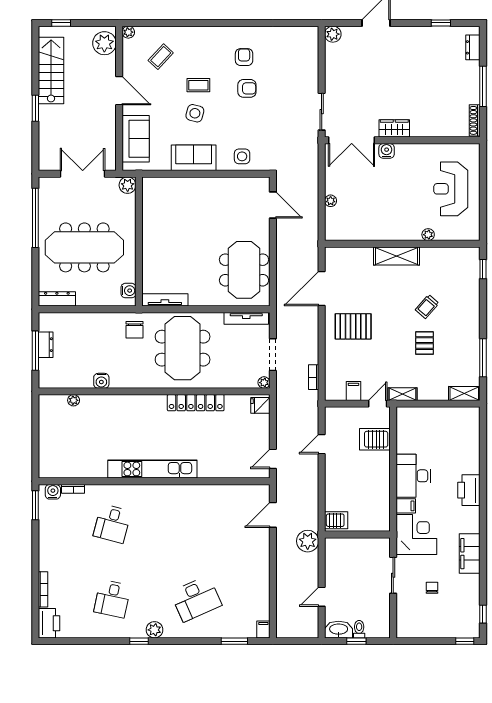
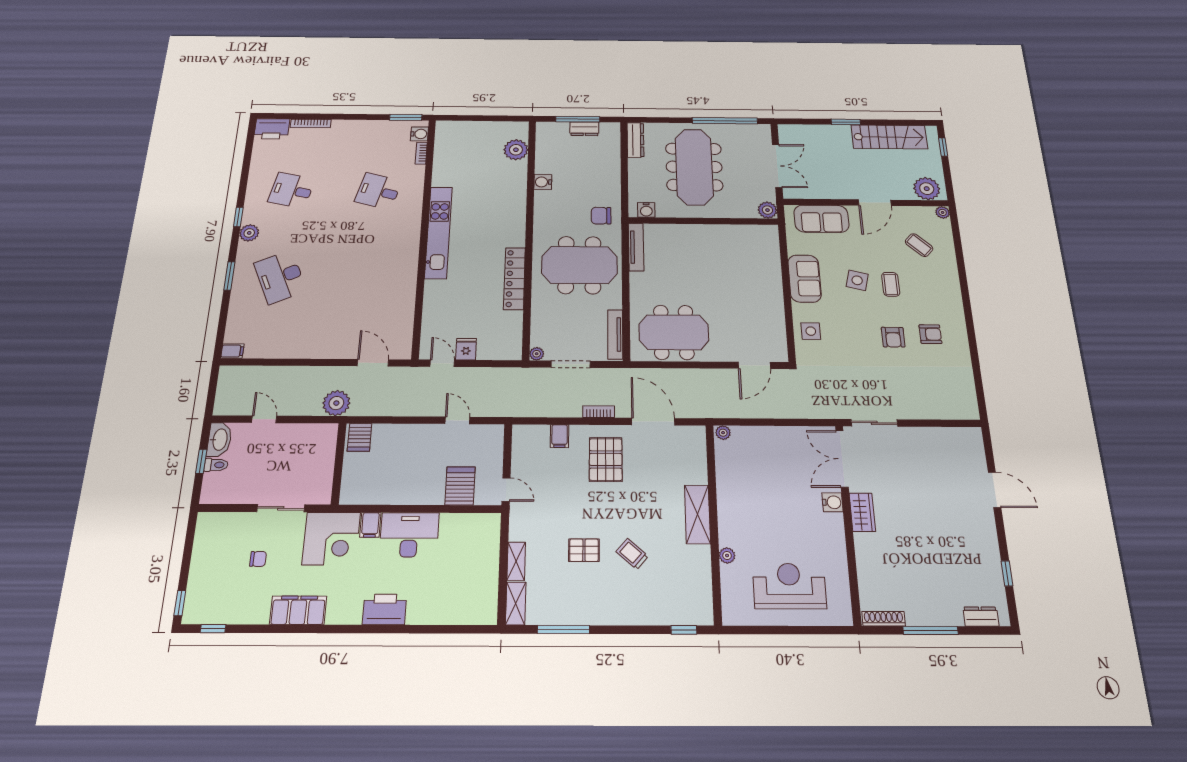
plant: (333, 34) -> (973, 437), removed
plant: (331, 201) -> (723, 433), moved
bookcase: (314, 377) -> (599, 412), moved
filing cabinet: (353, 391) -> (560, 436), moved, turned 90
shelving: (403, 394) -> (516, 561), moved
plant: (74, 400) -> (516, 150), width x1.87, depth x1.87
fridge: (260, 405) -> (466, 349), moved
window: (234, 641) -> (229, 276), moved

